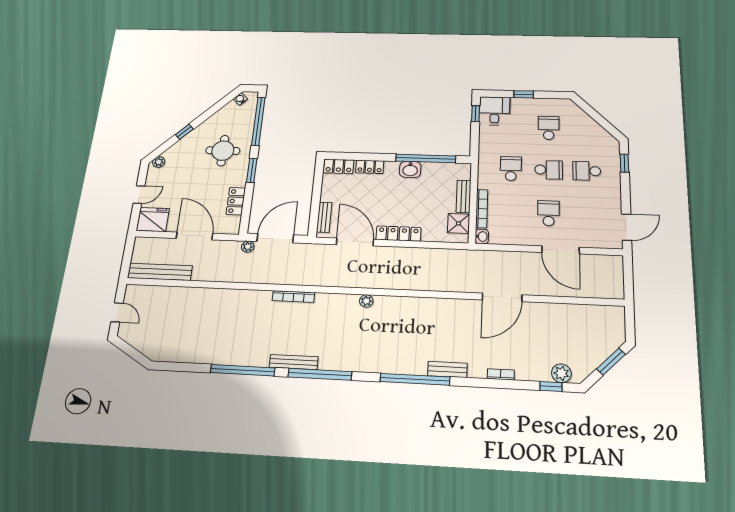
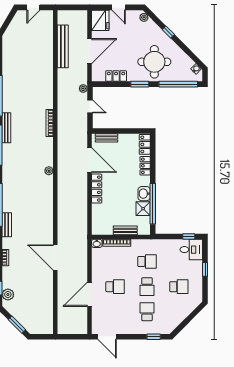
round table: (223, 151) -> (154, 62), width x1.36, depth x1.36
shower: (459, 223) -> (143, 209), moved
door: (275, 238) -> (90, 106), width x0.53
door: (355, 242) -> (89, 160), hinge flipped
bench: (160, 272) -> (63, 46), moved

